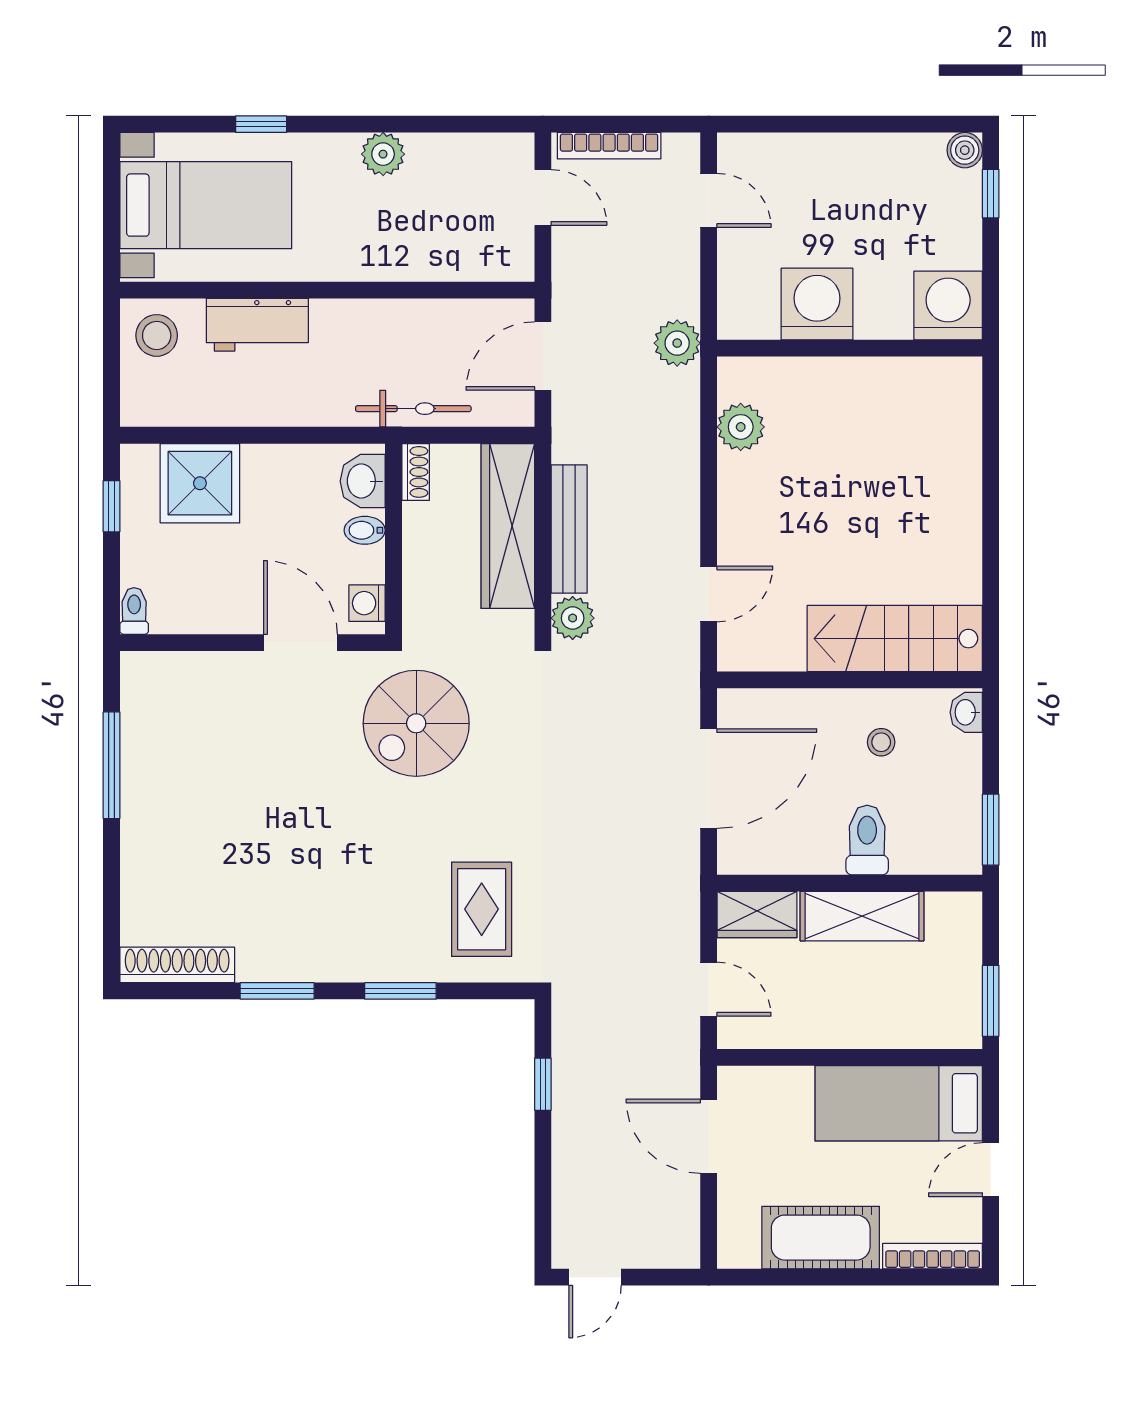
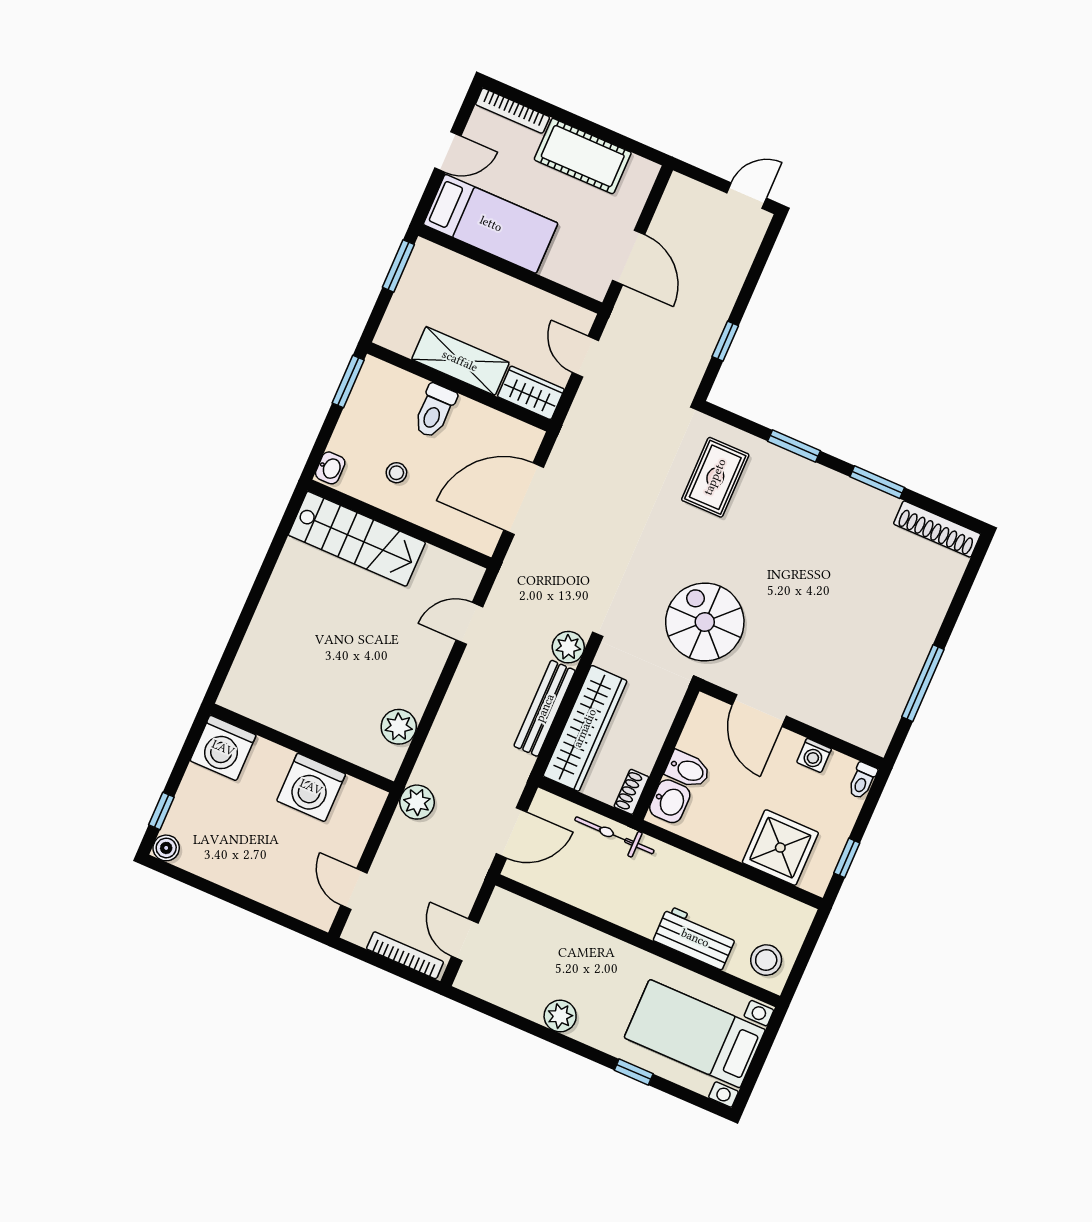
bidet: (365, 530) -> (688, 770), width x1.38, depth x1.36
washing machine: (367, 603) -> (814, 756), moved, turned 90
spiral stairs: (416, 723) -> (705, 622), turned -90

